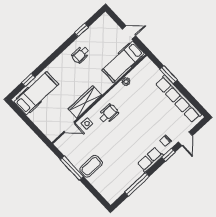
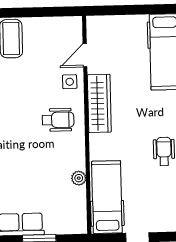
wheelchair: (108, 114) -> (58, 120), turned -90
window: (72, 168) -> (31, 12), removed

